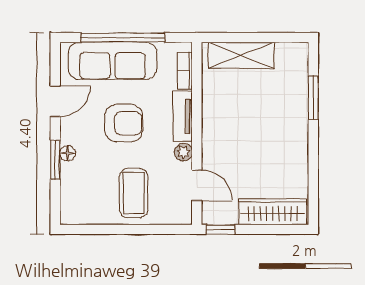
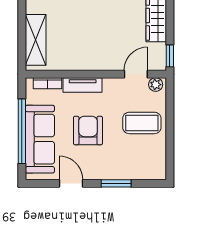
plant: (183, 152) -> (156, 85), moved
floor lamp: (68, 153) -> (111, 174), removed

